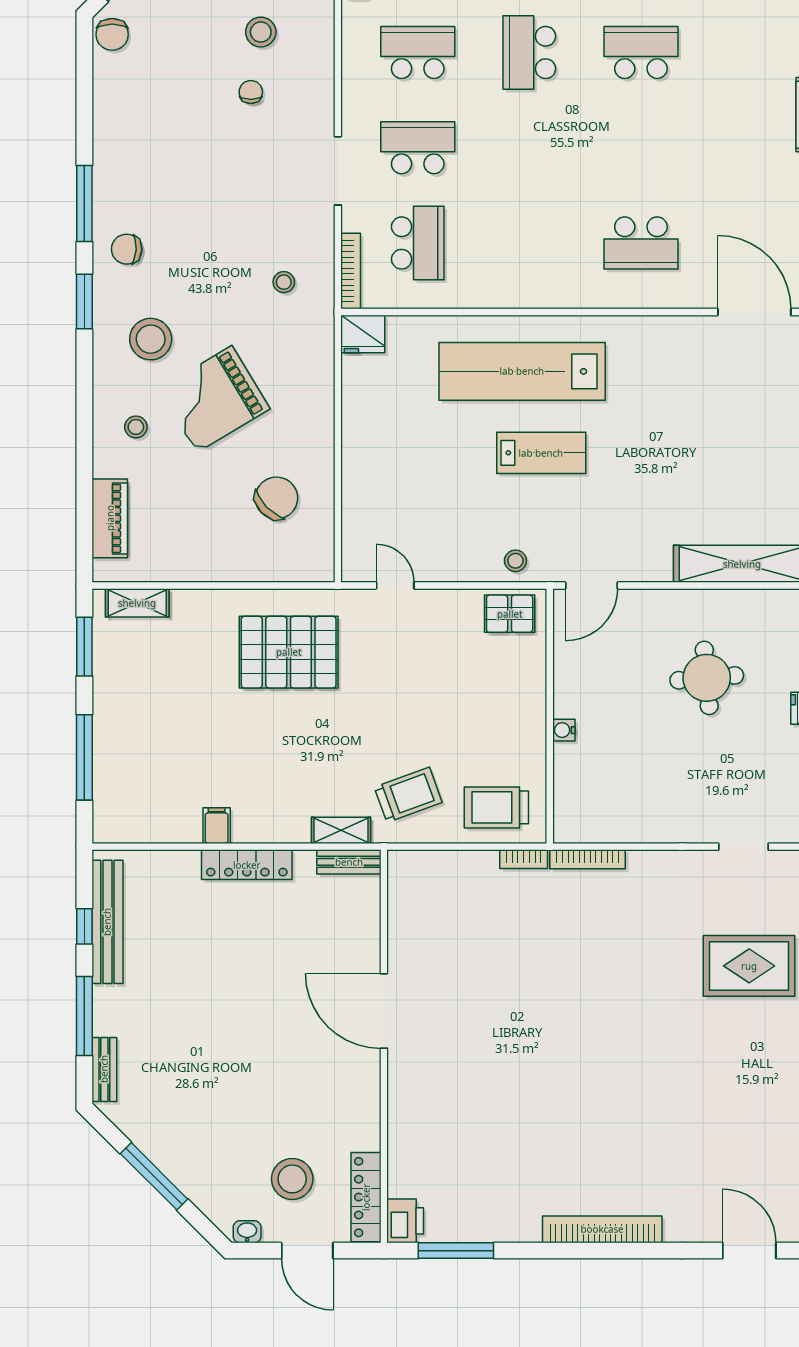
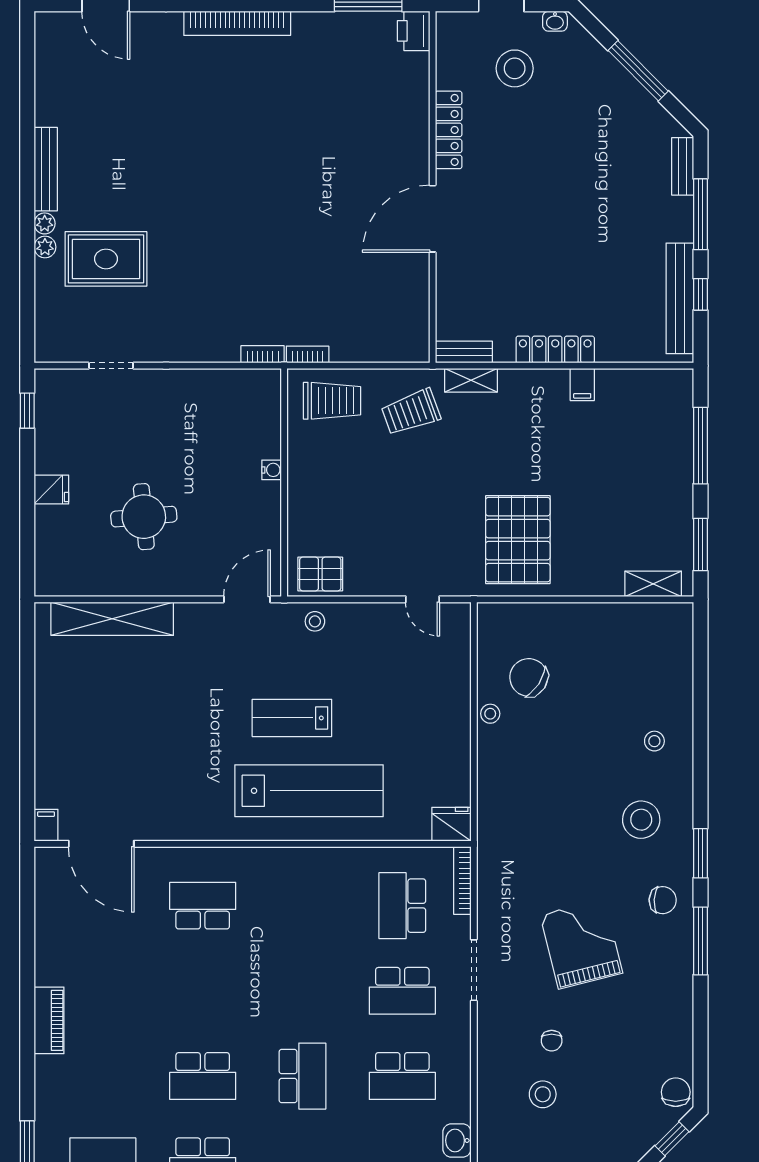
stool: (284, 282) -> (490, 714), moved
grand piano: (214, 399) -> (581, 944), moved, turned -73
chair: (276, 498) -> (529, 677), turned 77
piano: (110, 518) -> (678, 659), removed
pallet: (289, 652) -> (518, 540), turned 90
bookcase: (588, 859) -> (263, 354), width x0.64
door: (384, 1011) -> (433, 219), swing flipped
locker: (366, 1197) -> (449, 130), moved

